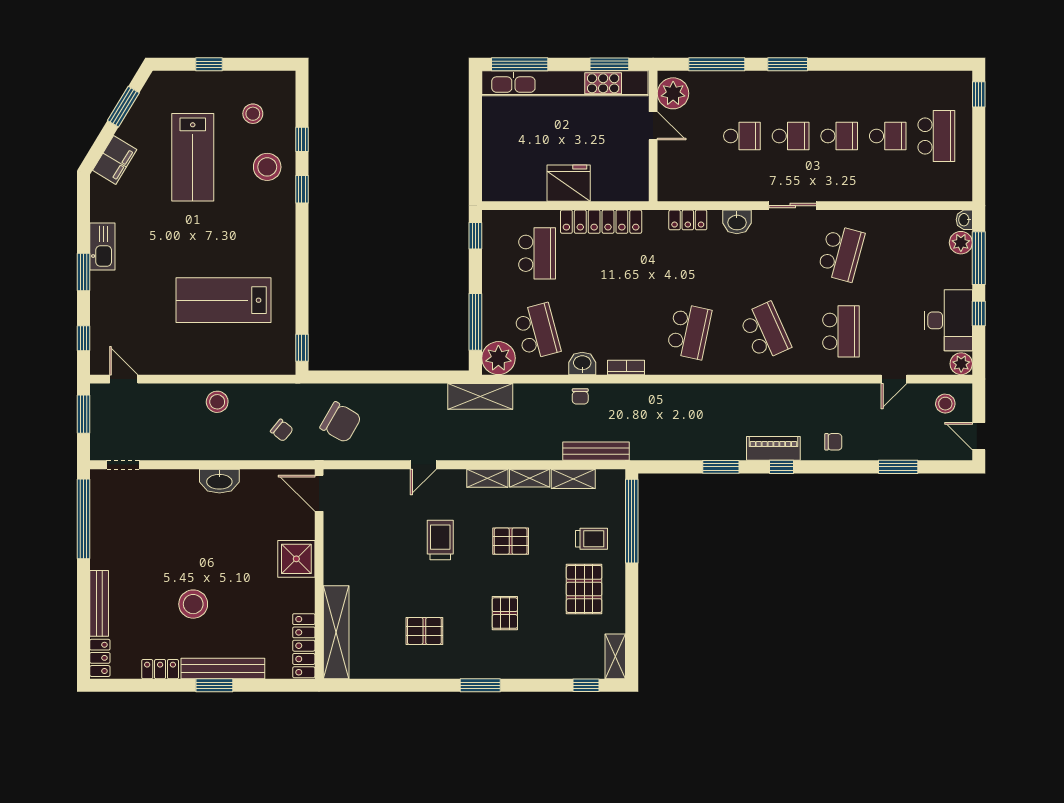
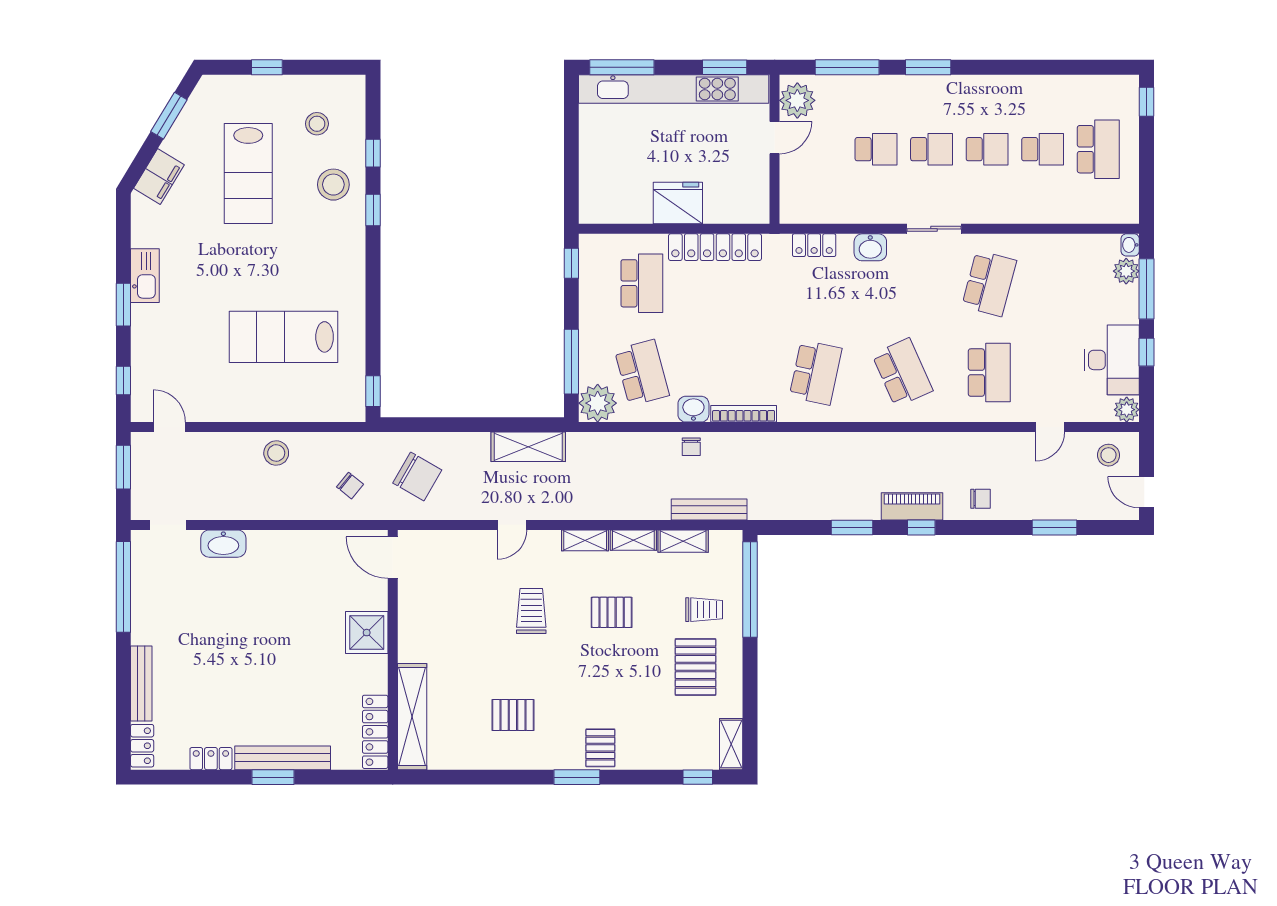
door: (653, 126) -> (775, 138), hinge flipped
bookcase: (626, 367) -> (744, 414), width x1.56
shelving: (480, 396) -> (528, 447), moved
washbasin: (219, 481) -> (223, 544), moved
stool: (193, 604) -> (249, 684), removed
pallet: (505, 613) -> (600, 748), moved

